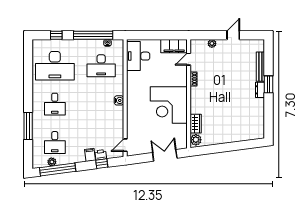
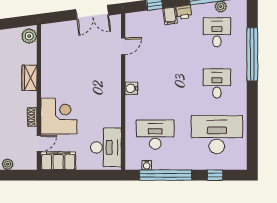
corner desk: (169, 105) -> (59, 116), moved, width x0.74, depth x0.74
wardrobe: (196, 124) -> (29, 78), moved
window: (28, 126) -> (252, 54), width x1.46
door: (125, 145) -> (123, 46), moved
printer: (101, 155) -> (184, 12), moved
double door: (165, 155) -> (92, 12), moved

